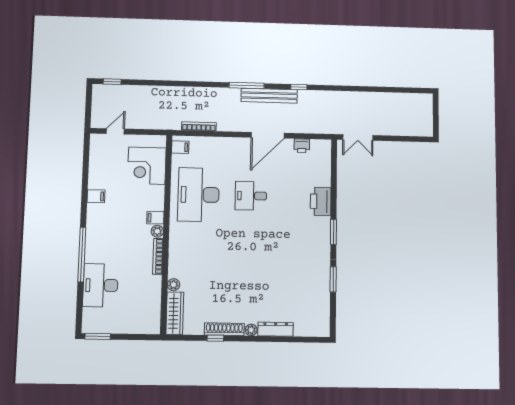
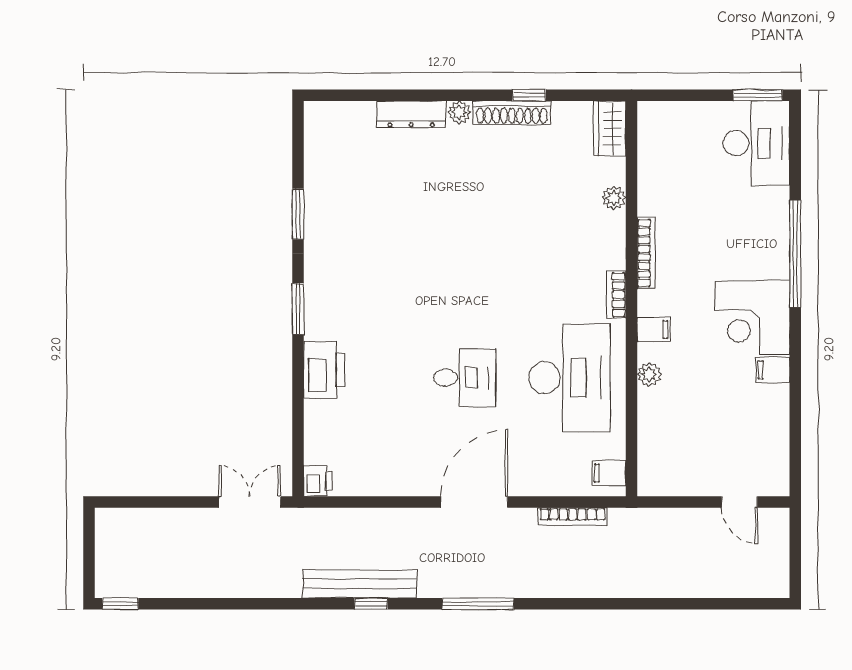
window: (112, 82) -> (120, 604), moved
bench: (269, 96) -> (359, 584), moved
door: (115, 131) -> (740, 502), hinge flipped
door: (268, 135) -> (474, 502), moved
printer: (302, 146) -> (318, 481), moved, turned 90
corner desk: (147, 166) -> (752, 318), moved, turned 180
plant: (157, 231) -> (649, 374), moved
bookcase: (174, 236) -> (616, 295), added
desk: (100, 285) -> (756, 143), moved
wardrobe: (175, 313) -> (610, 128), width x0.67

